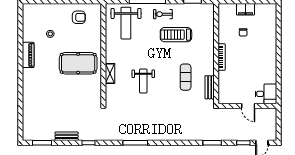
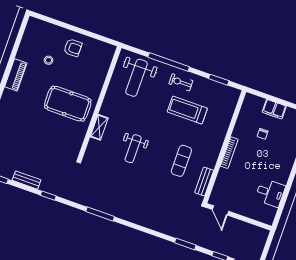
armchair: (79, 17) -> (73, 48), moved
desk: (266, 94) -> (270, 193), moved
door: (248, 106) -> (220, 210), moved

